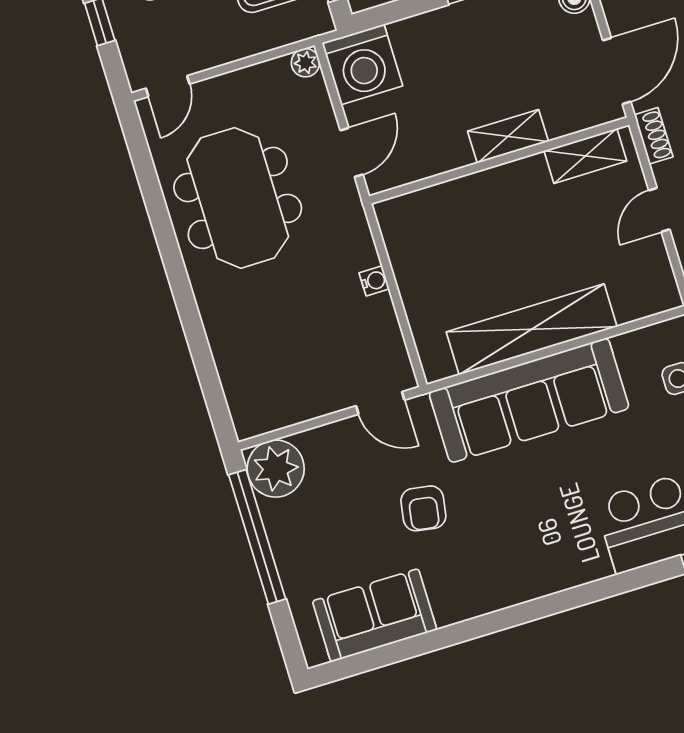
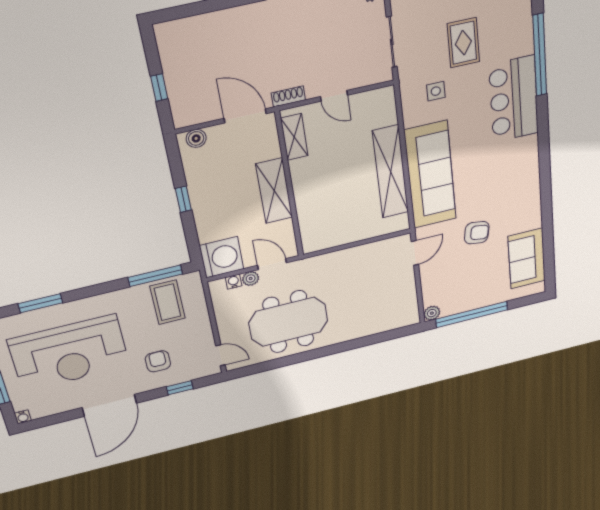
plant: (305, 63) -> (251, 279), moved
shelving: (508, 136) -> (274, 191), width x1.50, depth x1.33
water cooler: (374, 281) -> (234, 282), moved
plant: (276, 469) -> (432, 313), width x0.53, depth x0.53

